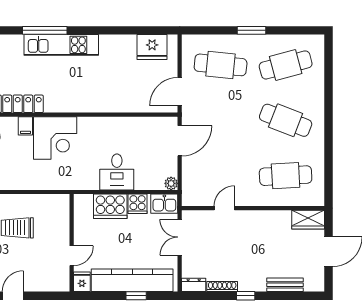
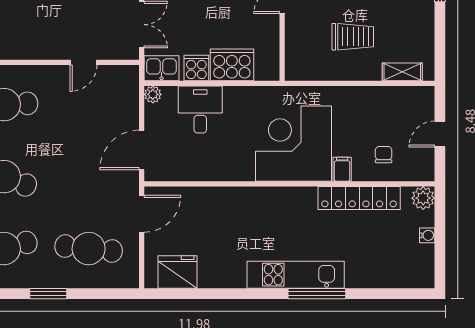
corner desk: (55, 138) -> (294, 144), width x1.36, depth x1.36
desk: (117, 172) -> (200, 109), moved

